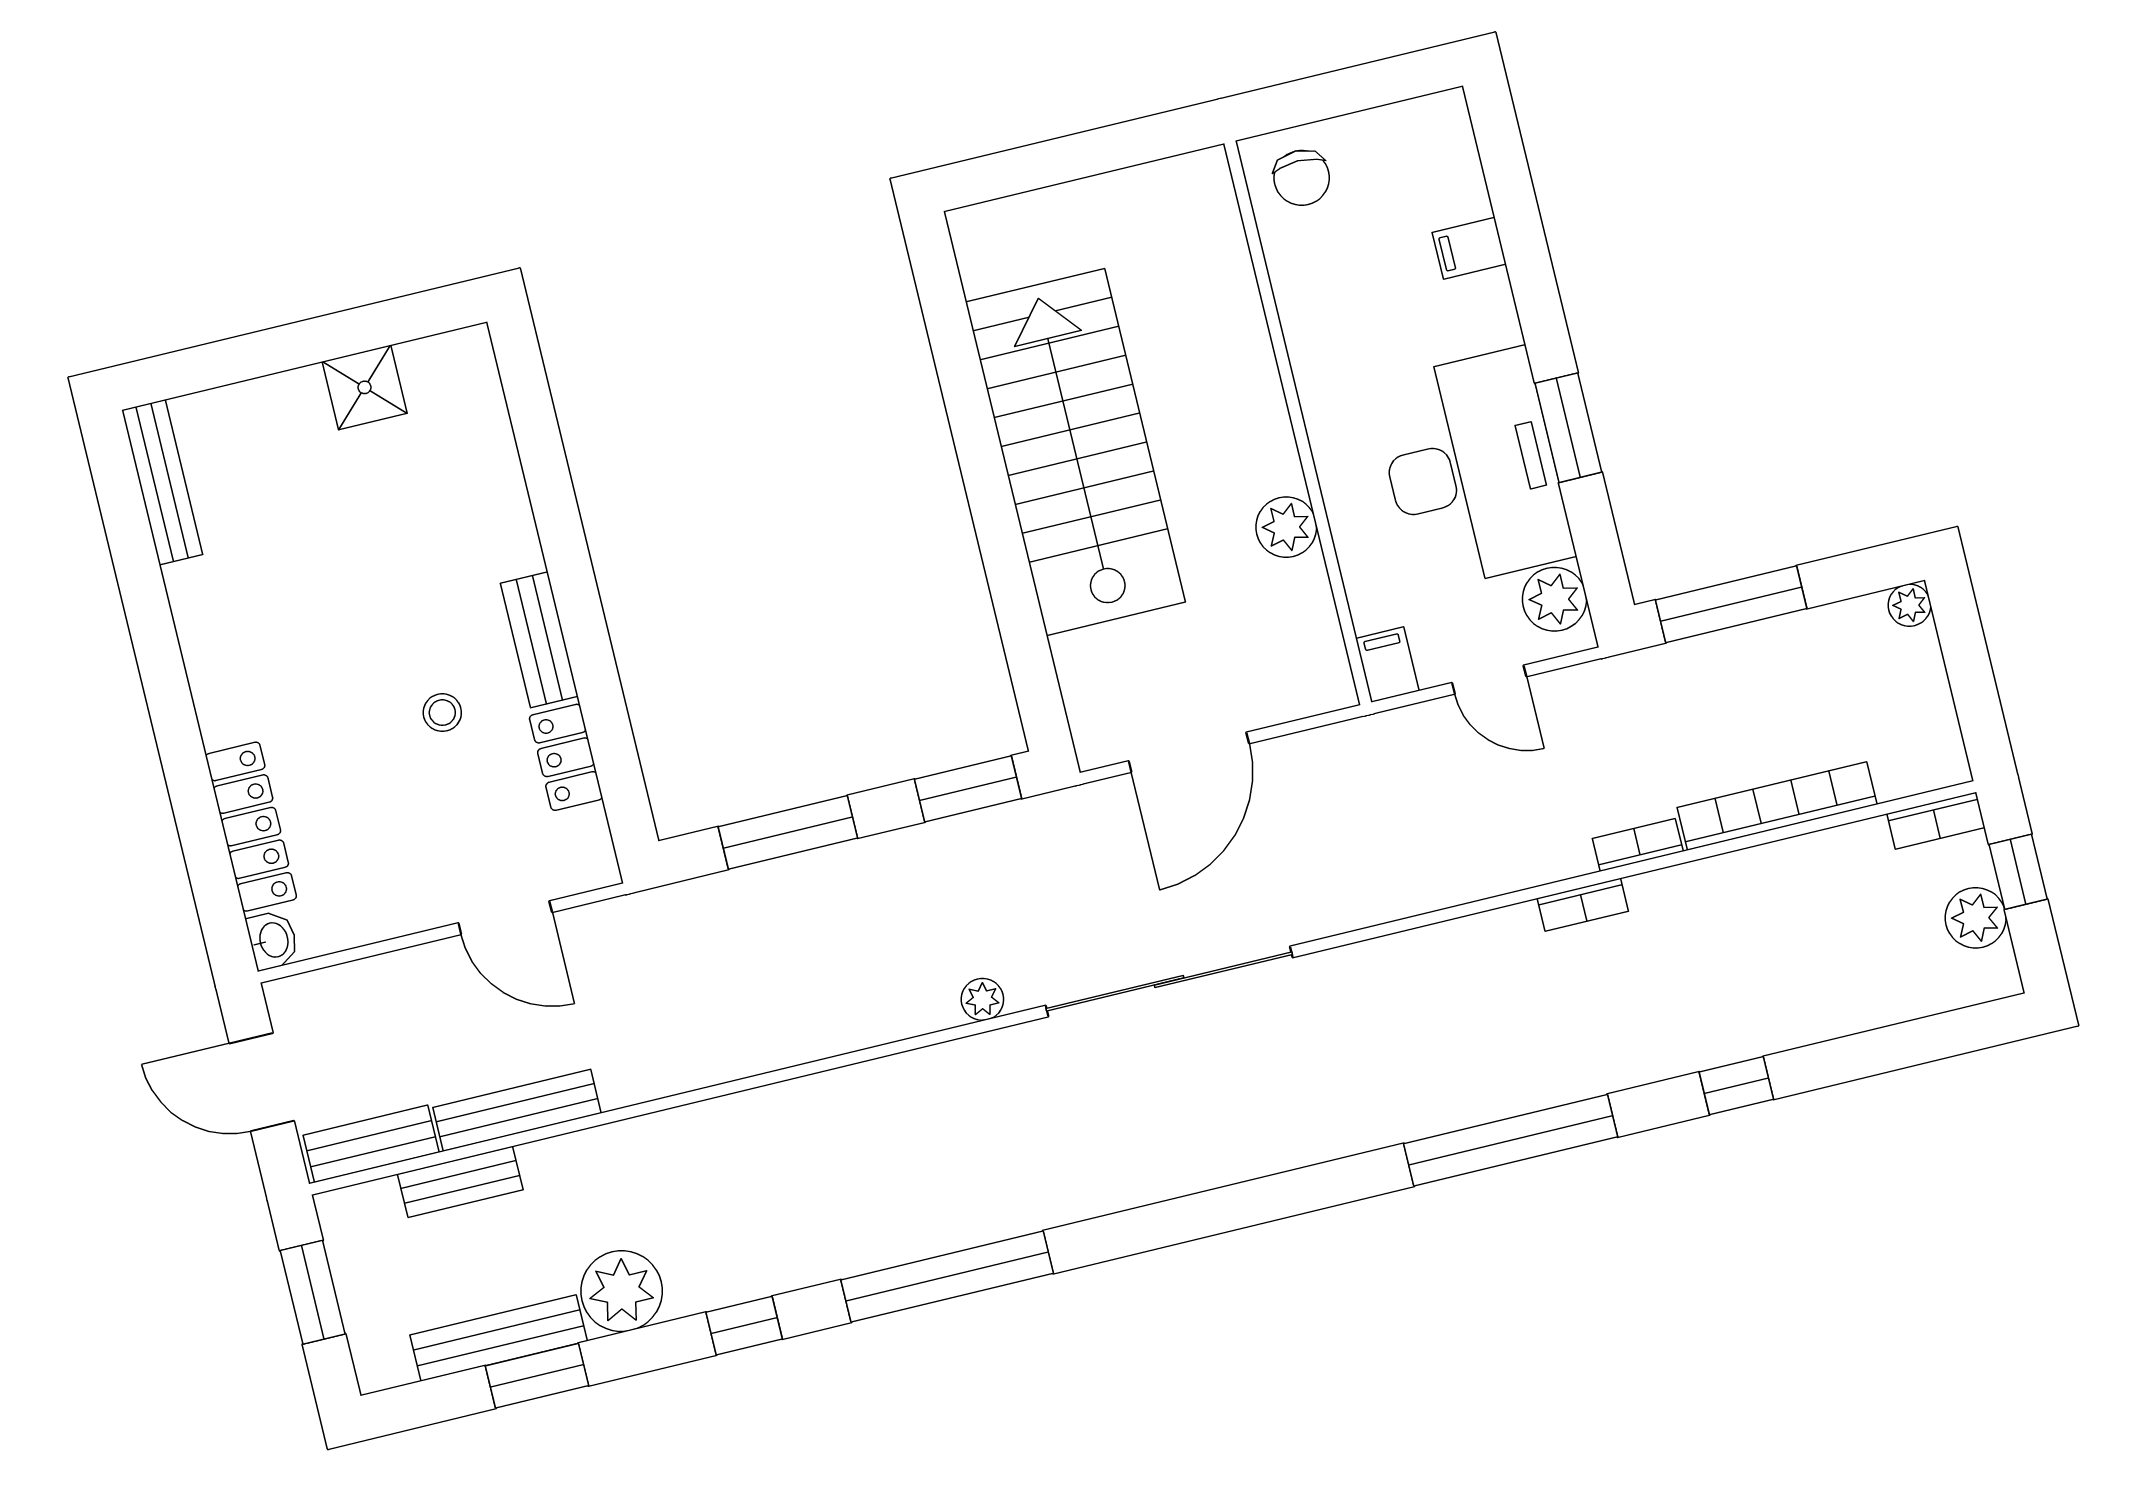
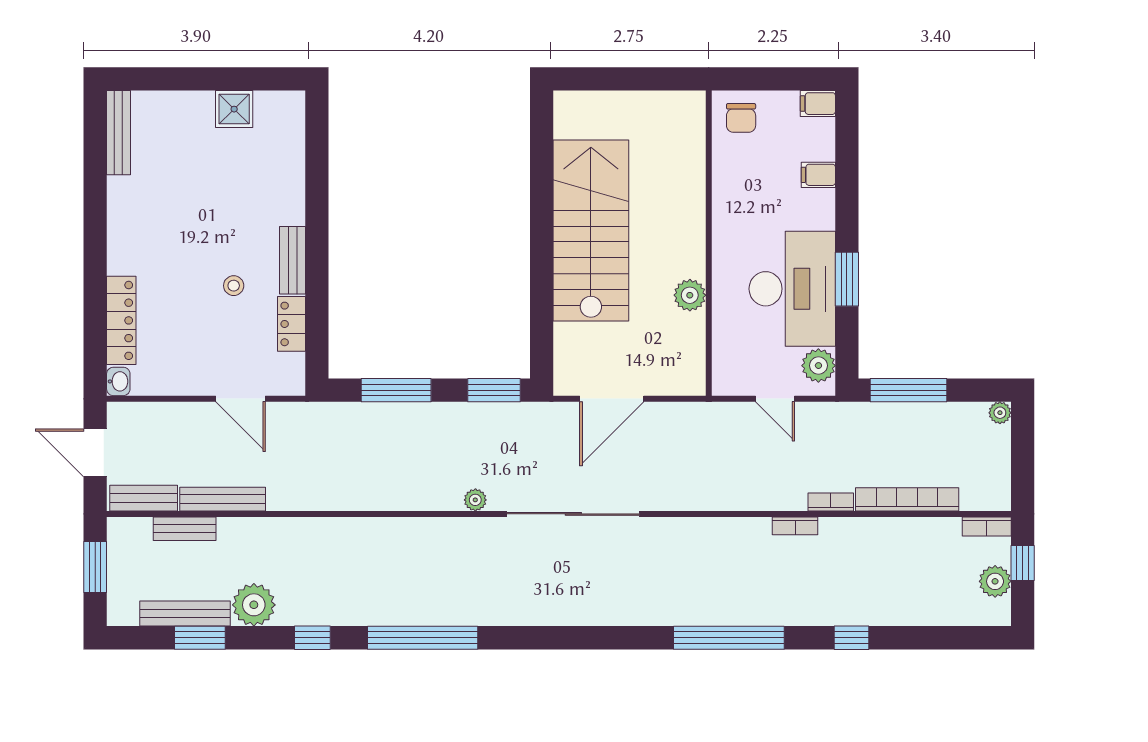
filing cabinet: (1387, 665) -> (818, 104), moved, turned -90

